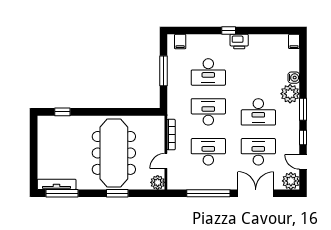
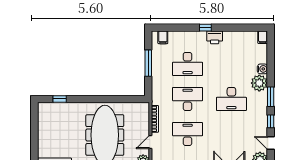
desk: (258, 152) -> (231, 134), removed

